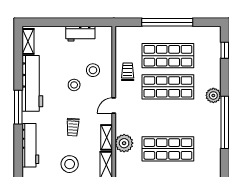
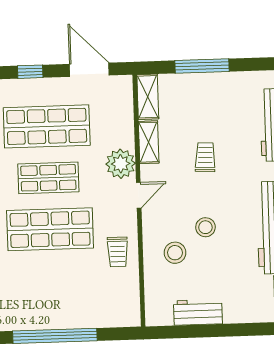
shop shelf: (168, 56) -> (48, 178), moved, width x0.70, depth x0.74
plant: (124, 143) -> (121, 164), moved
stool: (70, 164) -> (208, 96), removed

